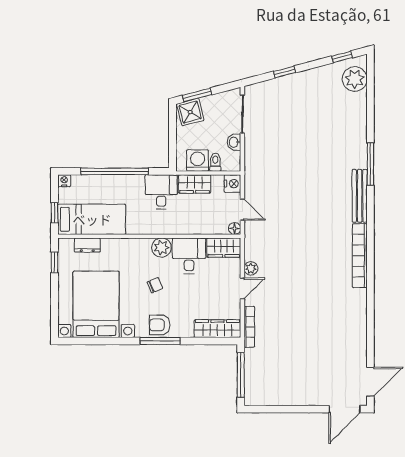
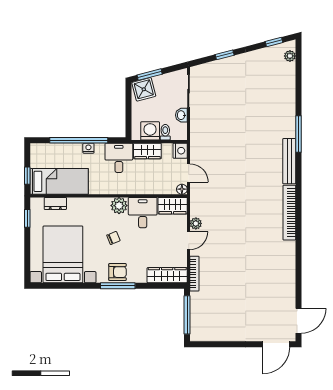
plant: (355, 79) -> (290, 56), width x0.53, depth x0.53
nightstand: (64, 181) -> (88, 148), moved
armchair: (160, 325) -> (118, 272), turned 180

